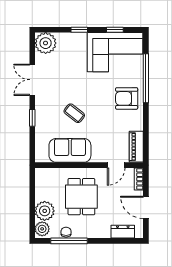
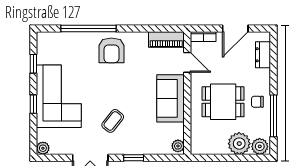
plant: (46, 43) -> (43, 148), width x0.53, depth x0.53
corner sofa: (115, 52) -> (59, 96), moved
coffee table: (74, 113) -> (113, 121), moved
sofa: (70, 150) -> (170, 98), moved
plant: (43, 157) -> (178, 146), added
chair: (66, 232) -> (257, 102), moved

